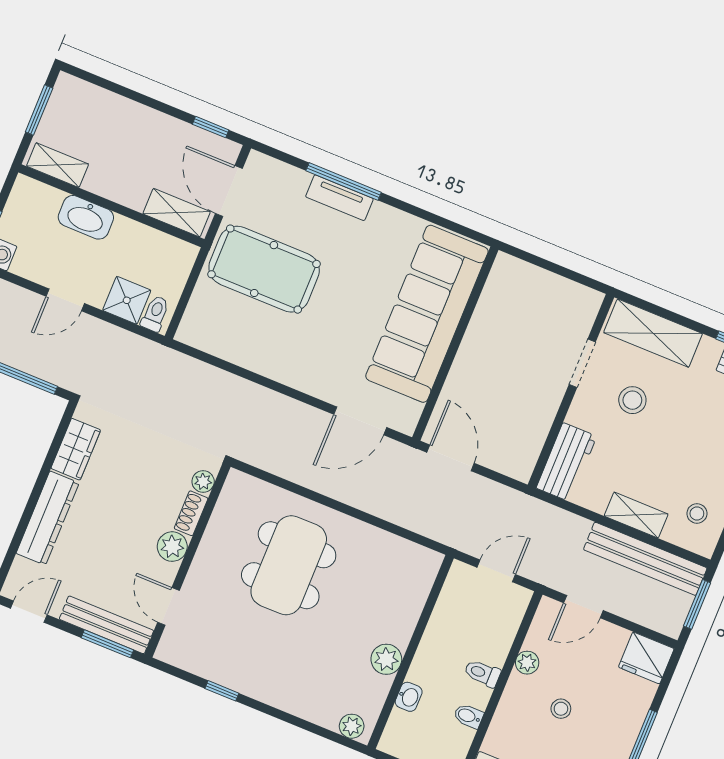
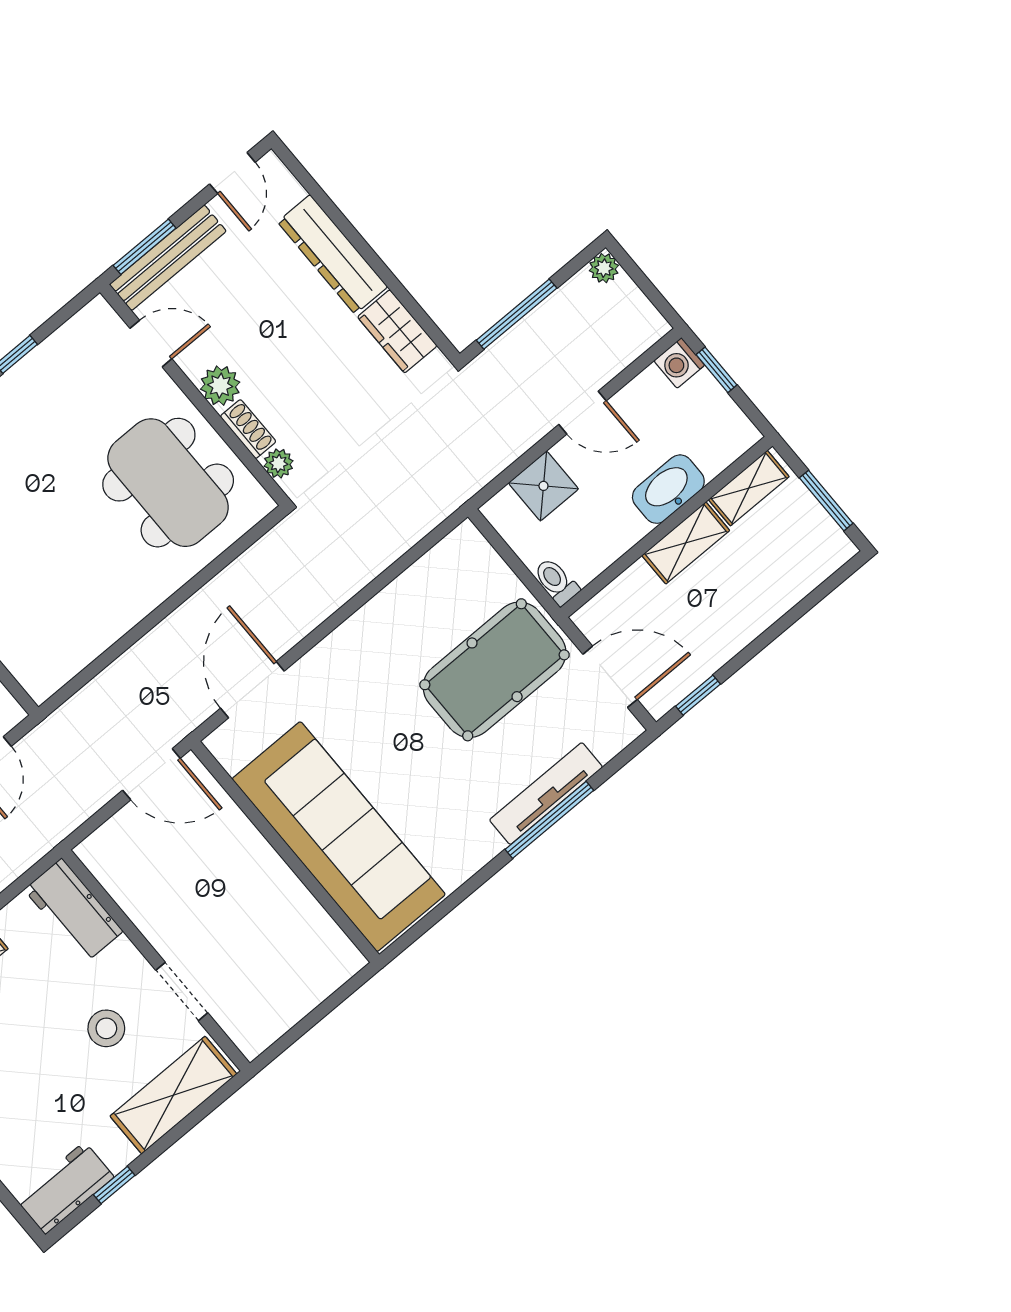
tv unit: (339, 198) -> (546, 794), width x1.41
shelving: (177, 213) -> (686, 543), moved
door: (65, 300) -> (582, 413), swing flipped
toilet: (155, 314) -> (556, 581), moved, turned 180
dining table: (289, 565) -> (168, 483), moved

